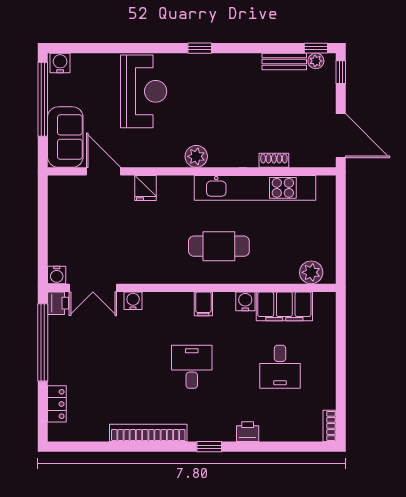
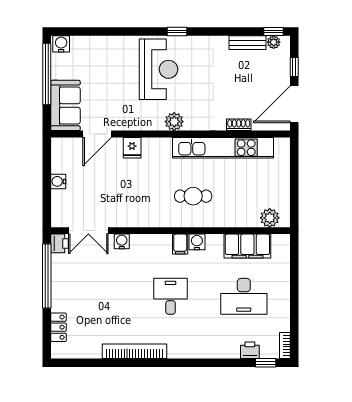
window: (341, 72) -> (294, 67), moved
reception desk: (144, 91) -> (159, 69), moved
door: (341, 136) -> (294, 104), swing flipped
door: (103, 171) -> (97, 134), swing flipped
cafe table: (219, 246) -> (193, 196), width x0.73, depth x0.74
water cooler: (57, 275) -> (58, 181), moved, turned 90
water cooler: (245, 301) -> (197, 242), moved
desk: (280, 367) -> (244, 296), width x1.37
printer: (248, 432) -> (250, 350), moved
window: (209, 447) -> (266, 363), moved

